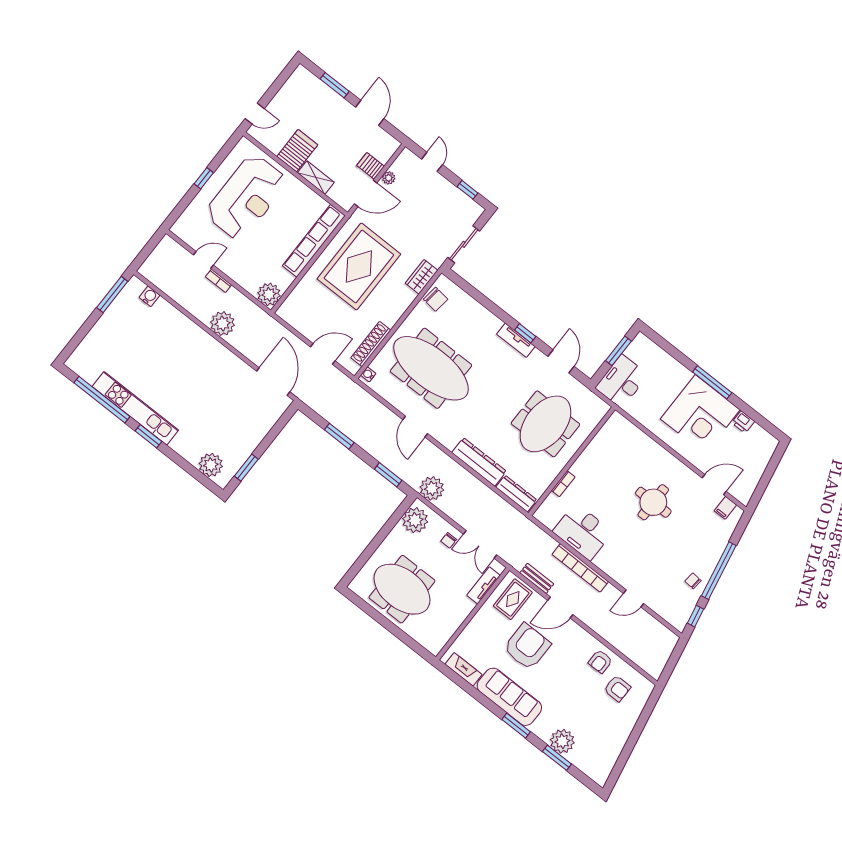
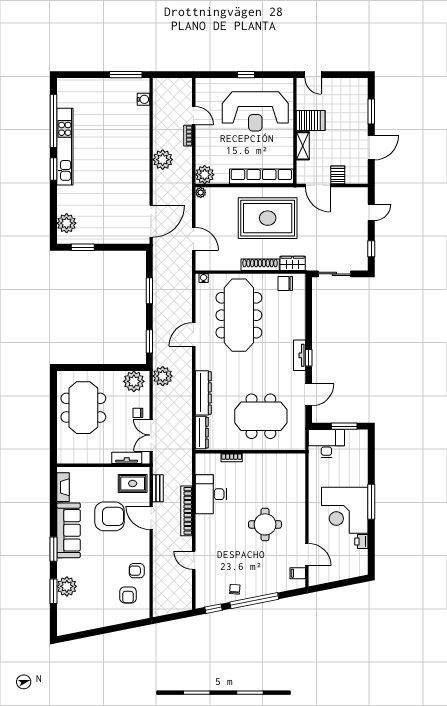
plant: (389, 178) -> (201, 192), moved
chair: (436, 299) -> (285, 283), turned 83
shoe rack: (371, 344) -> (260, 265), moved

